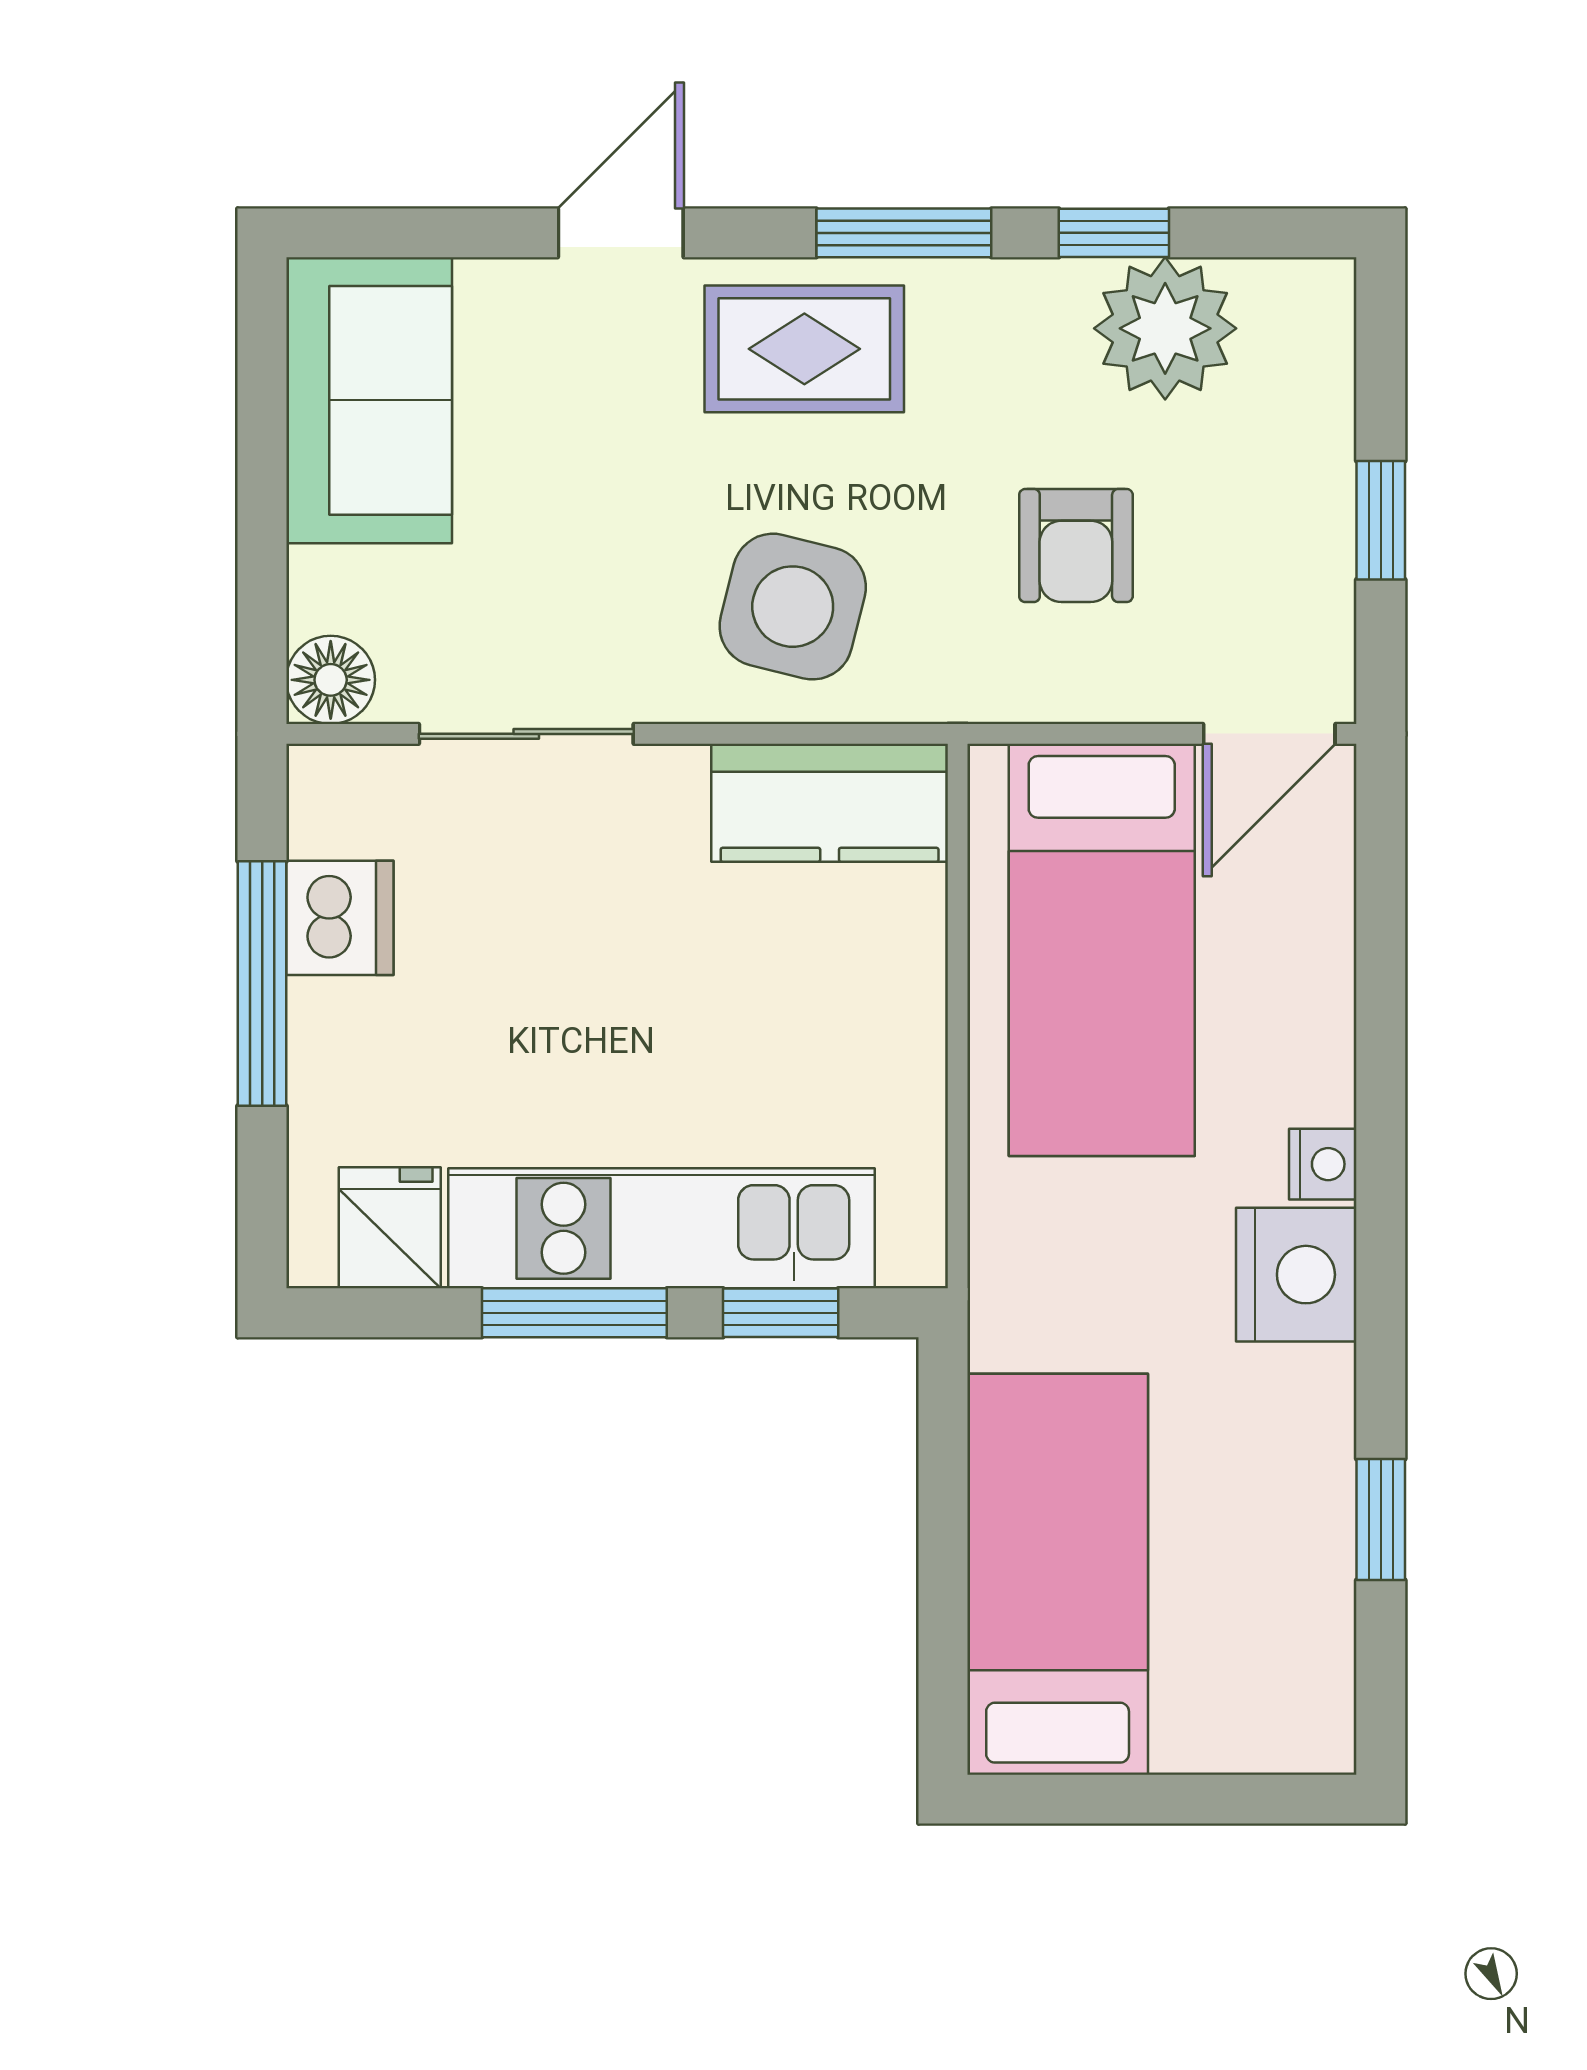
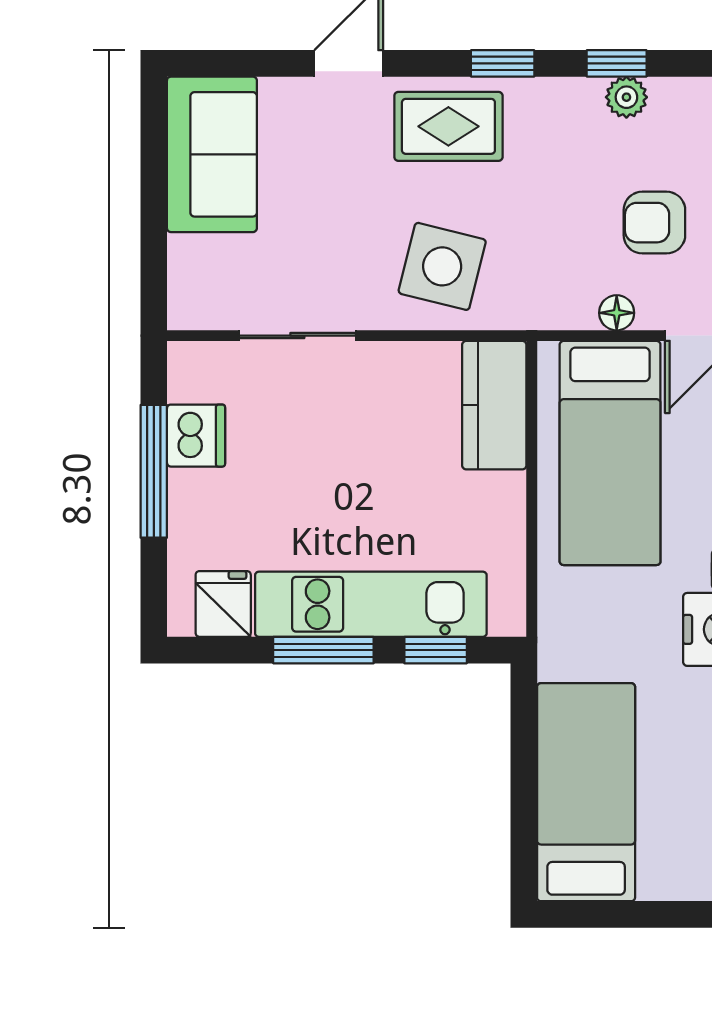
window: (904, 233) -> (503, 63), width x0.67
plant: (1165, 328) -> (626, 97), width x0.53, depth x0.53
armchair: (1076, 546) -> (654, 223), moved, turned 90
floor lamp: (331, 680) -> (617, 313), moved, width x0.73, depth x0.73
kitchen counter: (830, 803) -> (494, 405), moved, turned 90

